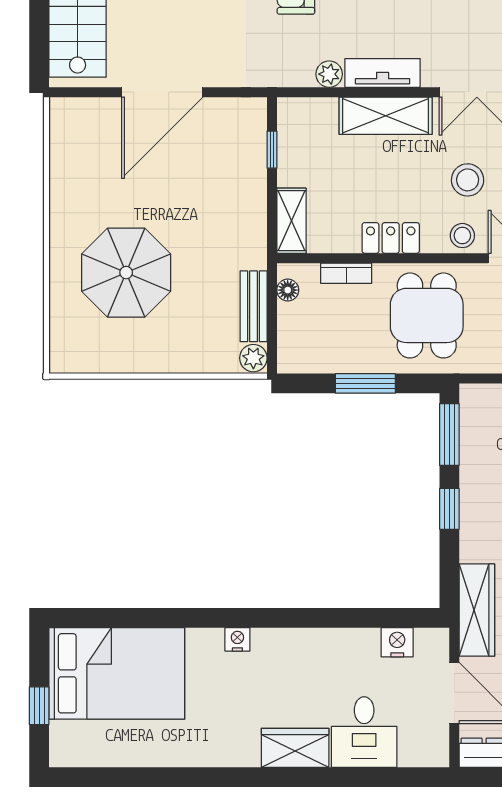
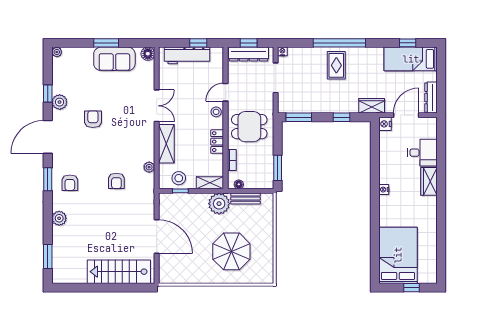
tv unit: (383, 73) -> (149, 145), removed
stool: (468, 180) -> (179, 178), moved
plant: (253, 358) -> (219, 204), moved, width x1.88, depth x1.88
window: (365, 383) -> (278, 168), moved
window: (449, 509) -> (341, 117), moved
wardrobe: (477, 610) -> (372, 106), width x0.67
nightstand: (237, 639) -> (384, 190), moved
nightstand: (397, 642) -> (385, 124), moved

